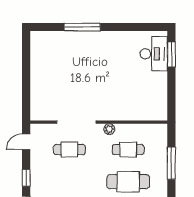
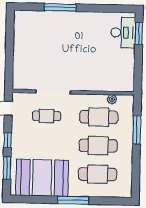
plant: (109, 129) -> (112, 99), moved
cafe table: (128, 150) -> (99, 117), width x1.37, depth x1.35

